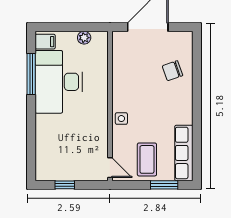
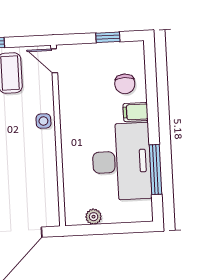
filing cabinet: (45, 42) -> (136, 112), moved
chair: (53, 146) -> (125, 84), added

